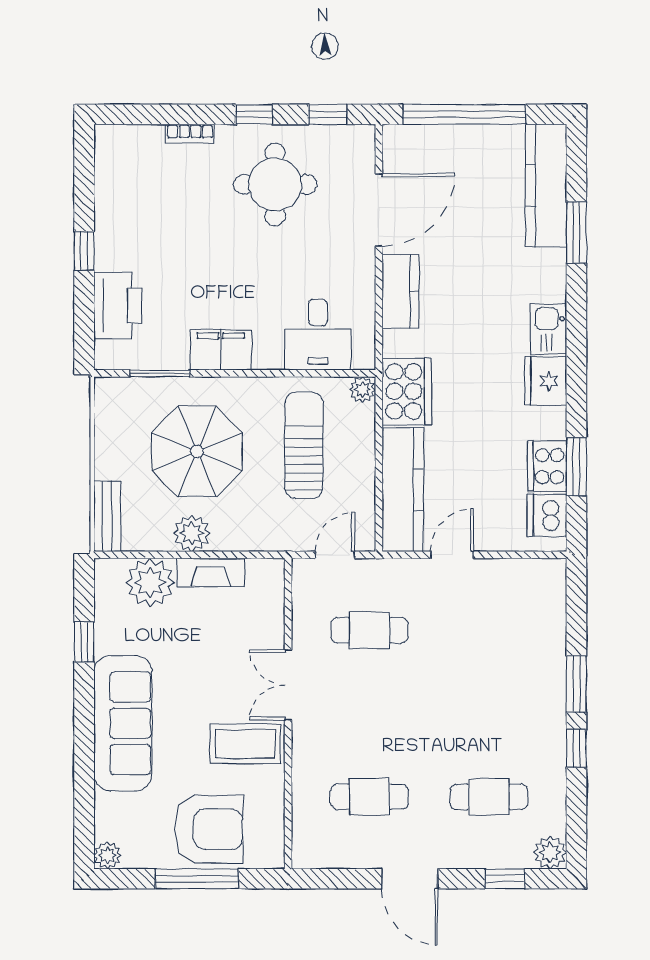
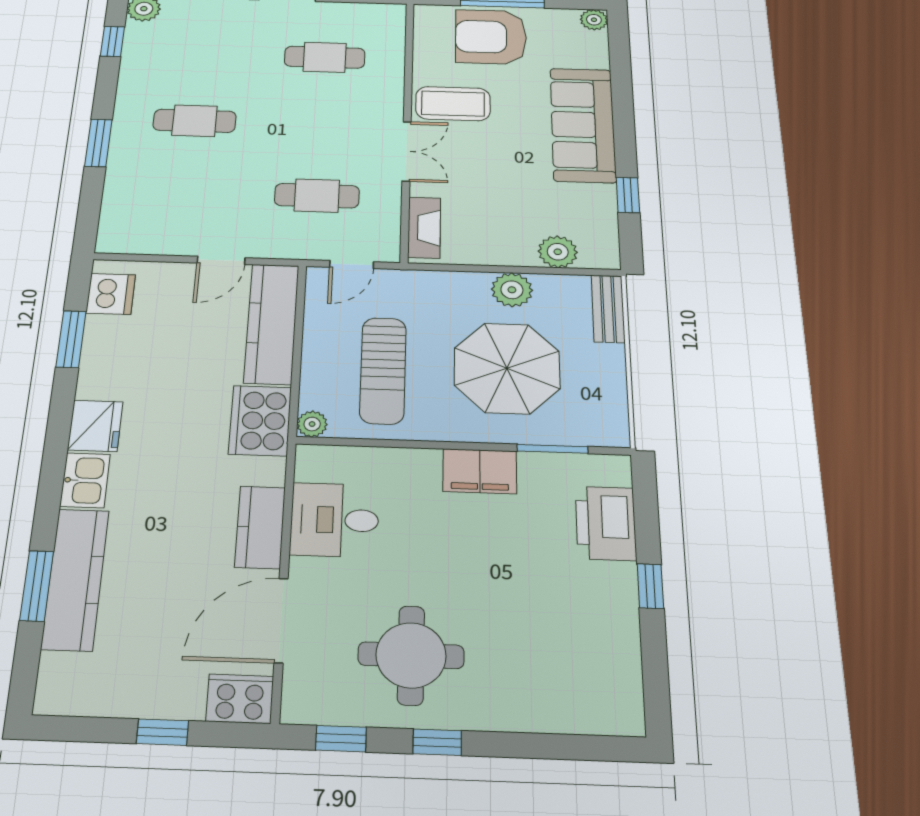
window: (465, 114) -> (162, 732), width x0.32
bookcase: (190, 134) -> (521, 721), removed
kitchen counter: (546, 186) -> (75, 579), moved
desk: (318, 335) -> (335, 520), moved, turned -90
cooker: (547, 466) -> (240, 699), moved, turned -90
fireplace: (211, 573) -> (424, 228), moved, turned 90
plant: (150, 582) -> (558, 252), width x0.73, depth x0.73
window: (576, 748) -> (112, 41), moved
cafe table: (489, 797) -> (195, 121), moved

